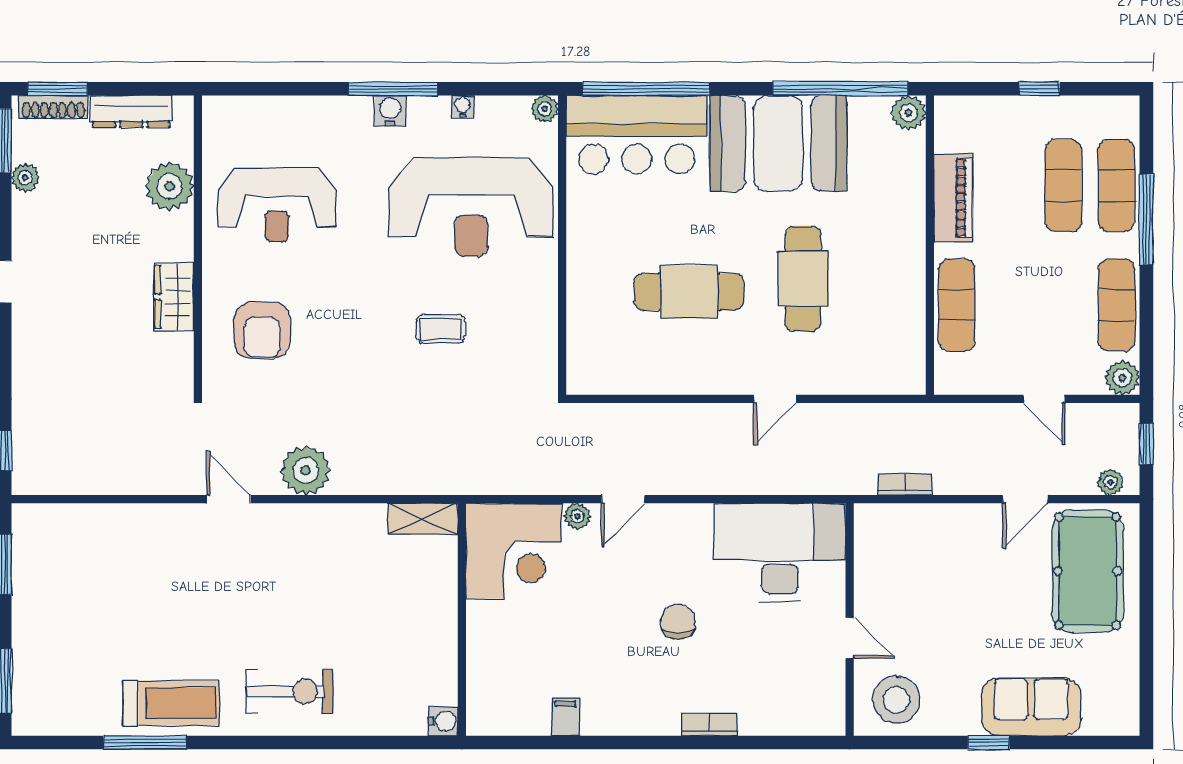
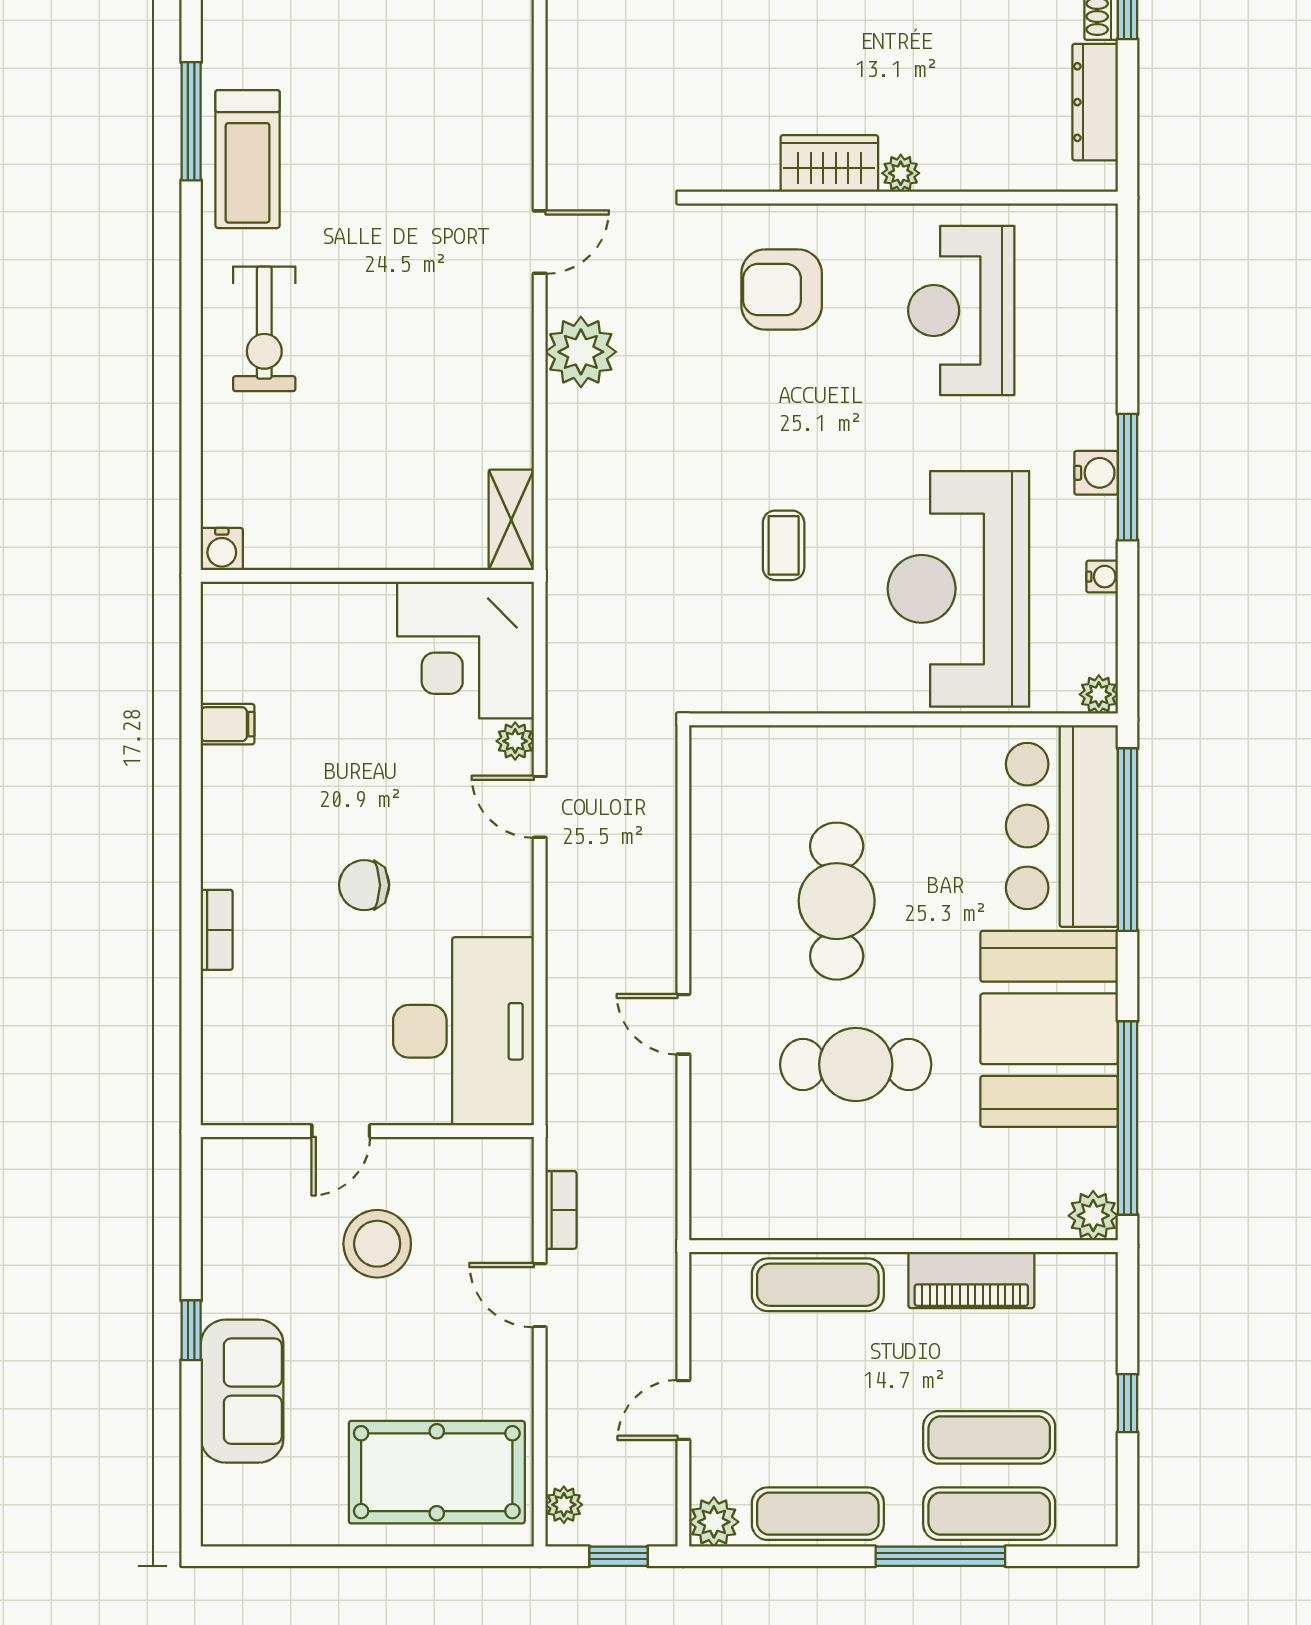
plant: (170, 186) -> (901, 173), moved, width x0.53, depth x0.53
door: (1025, 499) -> (540, 1295), moved
chair: (678, 622) -> (364, 885), turned 180
stool: (896, 700) -> (377, 1244), moved

